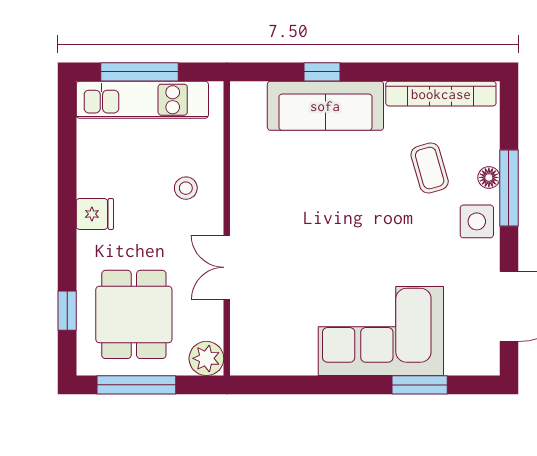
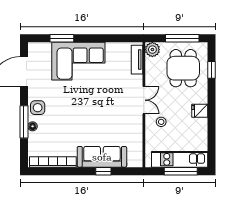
coffee table: (430, 168) -> (58, 130), removed
double door: (227, 267) -> (144, 100), moved
tv unit: (243, 335) -> (137, 60), added

